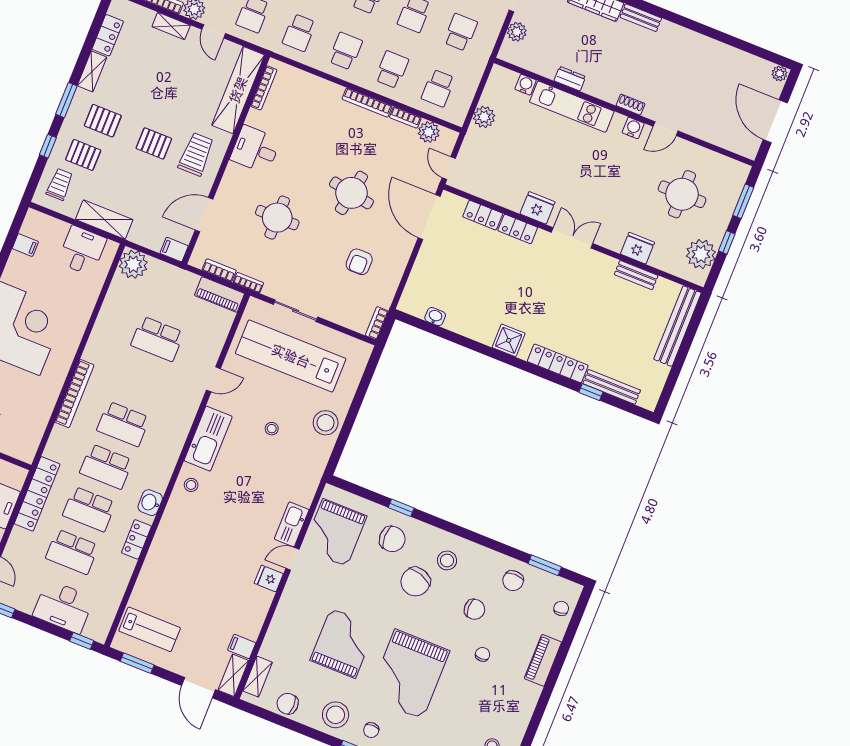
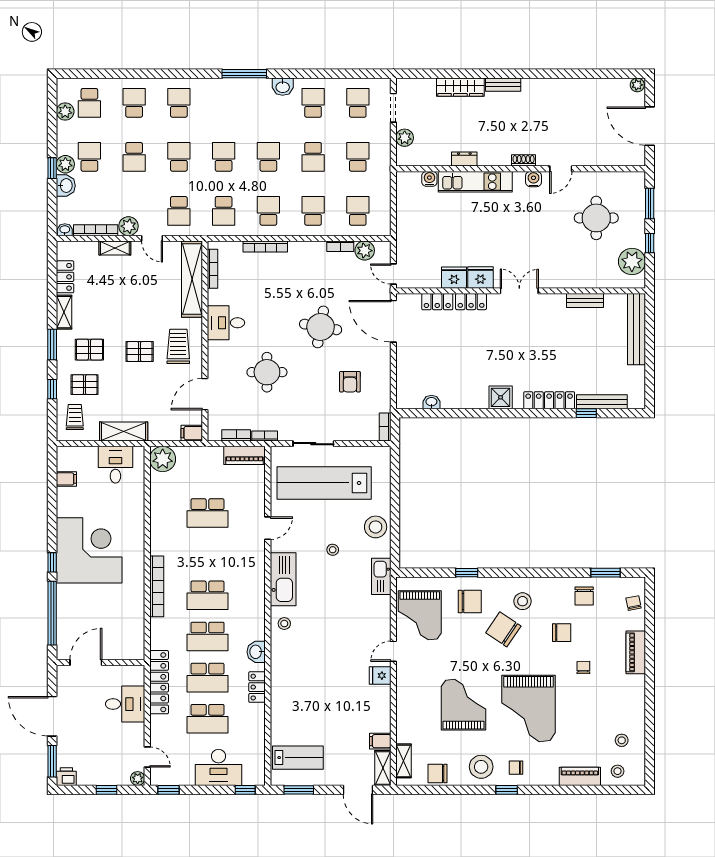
school desk: (438, 88) -> (358, 211), turned 180
bookcase: (367, 103) -> (265, 247), moved
plant: (484, 117) -> (406, 220), removed
fridge: (637, 248) -> (454, 278), moved
kitchen sink: (292, 524) -> (381, 576), moved
chair: (415, 582) -> (503, 629), turned 105
chair: (371, 730) -> (516, 768), turned 90

